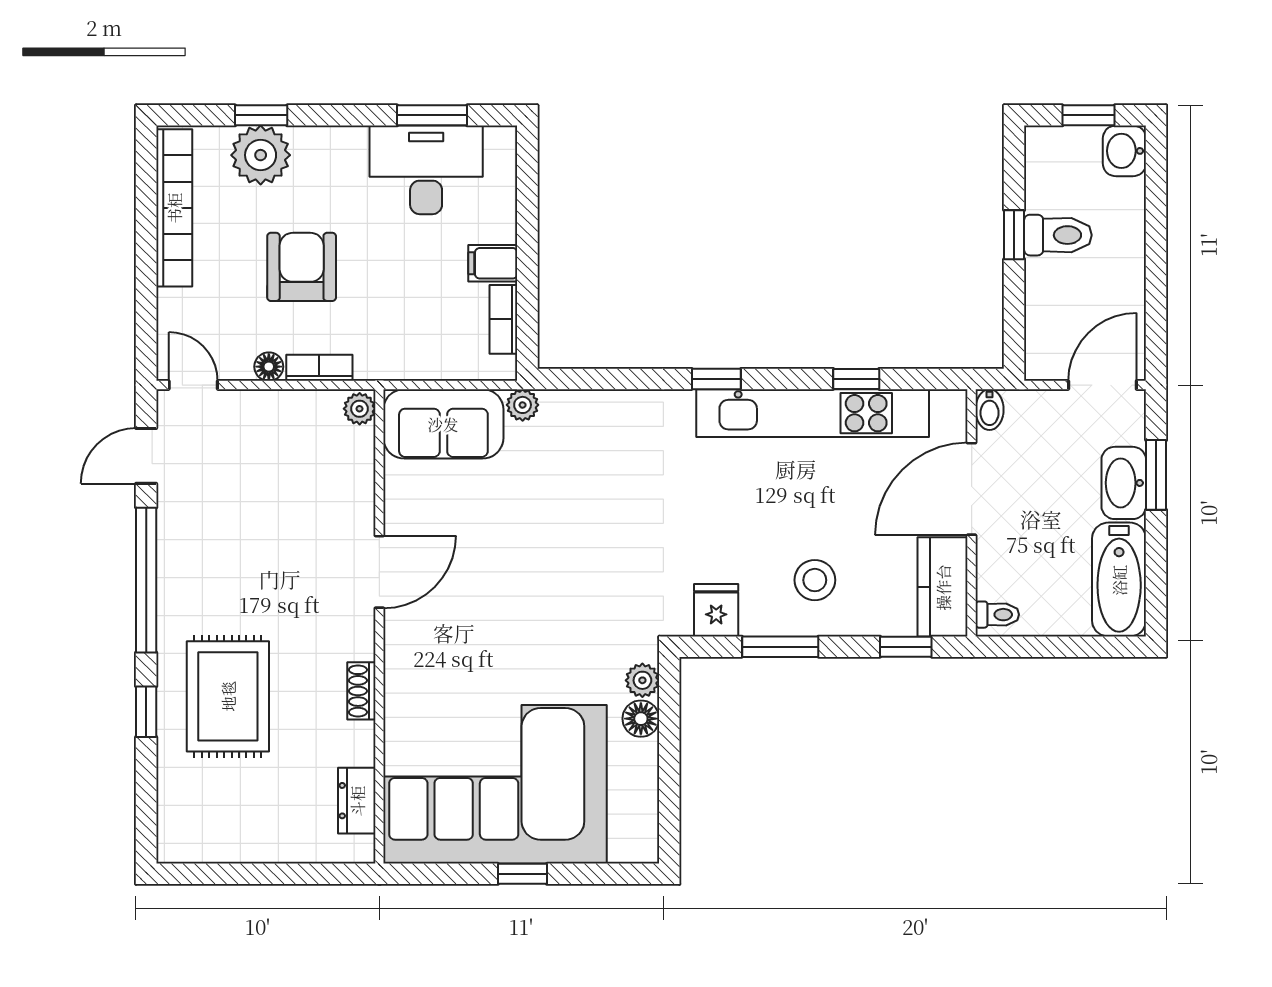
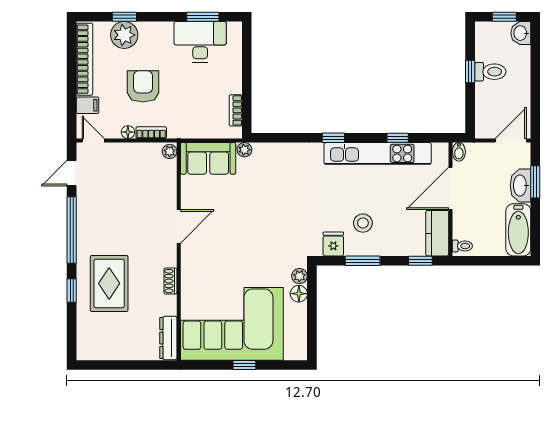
filing cabinet: (493, 263) -> (88, 105), moved, turned 180
stool: (815, 580) -> (363, 223), moved
dresser: (357, 801) -> (168, 338), width x1.44

